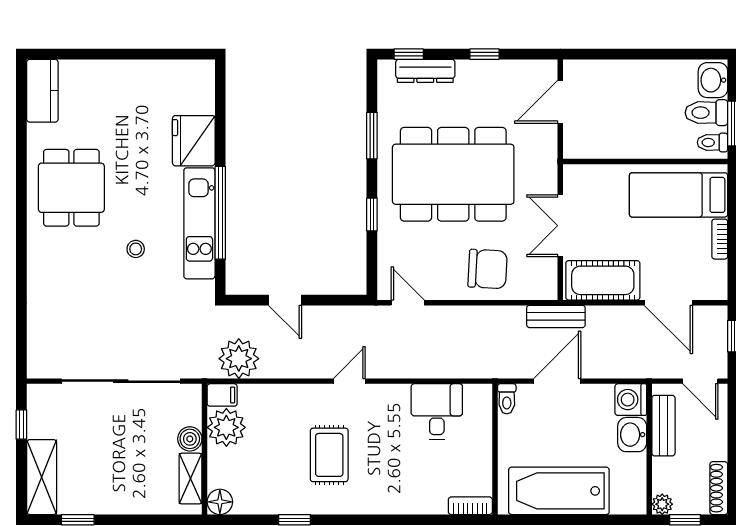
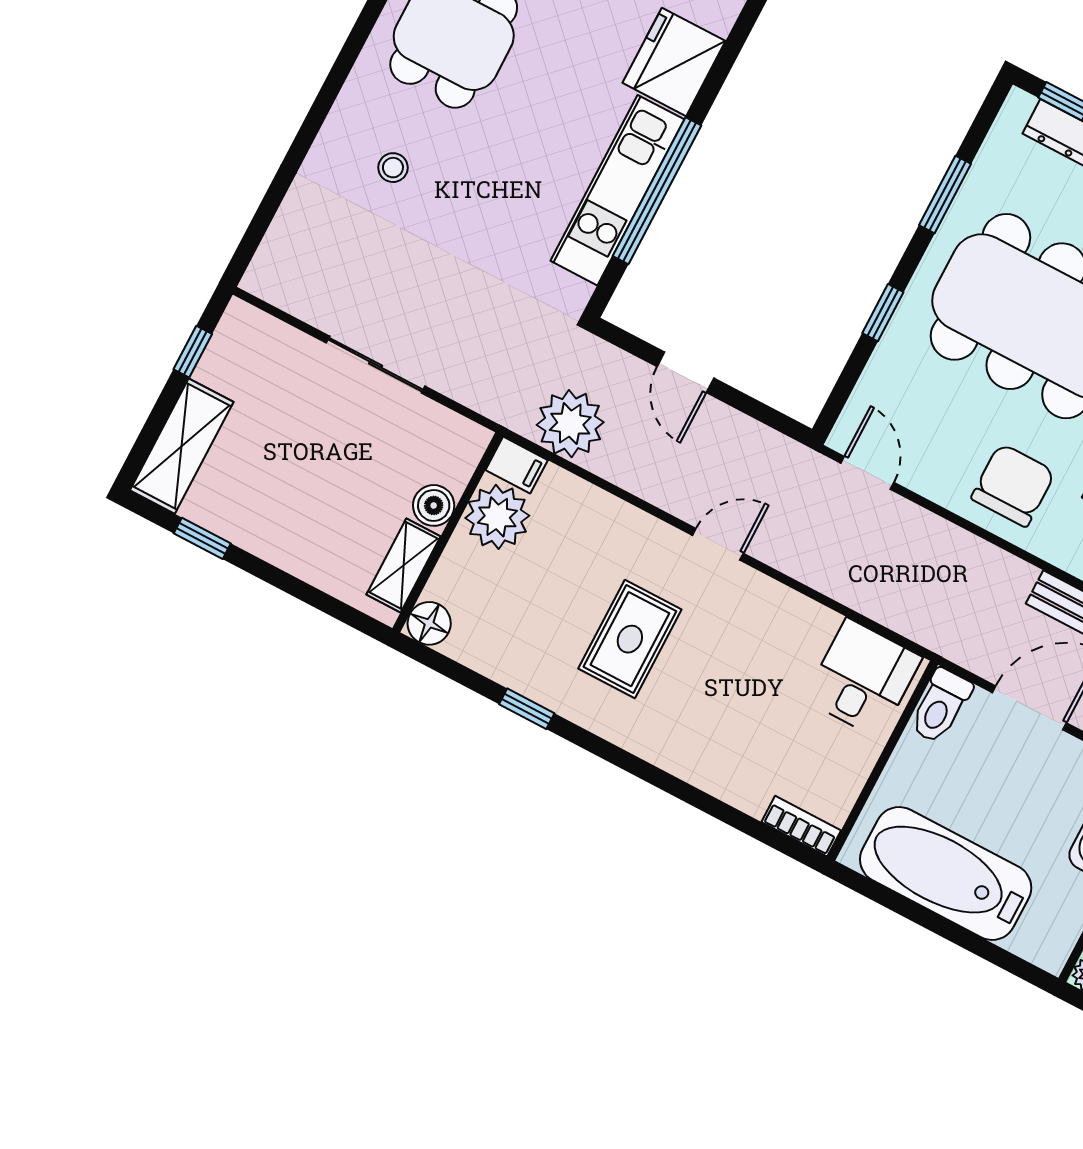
stool: (136, 249) -> (393, 168), moved
chair: (488, 269) -> (1013, 485), turned -93
sliding door: (121, 381) -> (376, 365), width x0.54
toilet: (507, 399) -> (940, 706), width x1.37, depth x1.39
desk: (437, 411) -> (863, 678), moved

